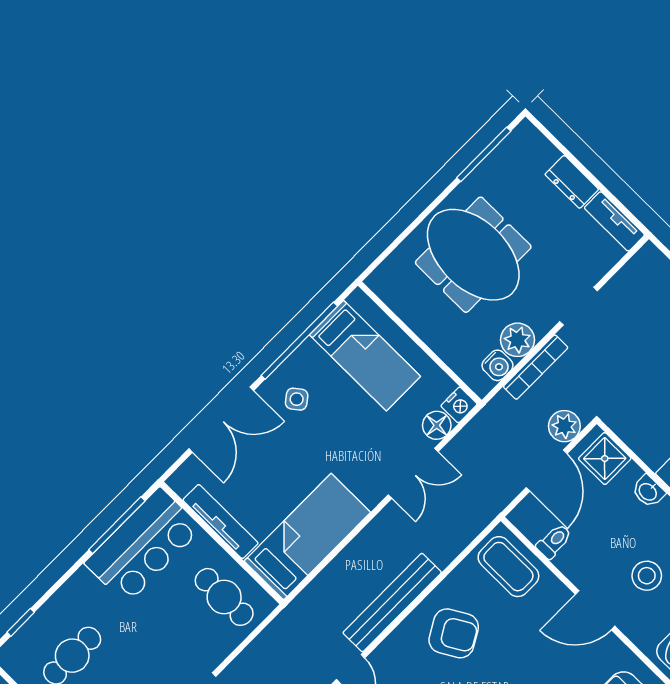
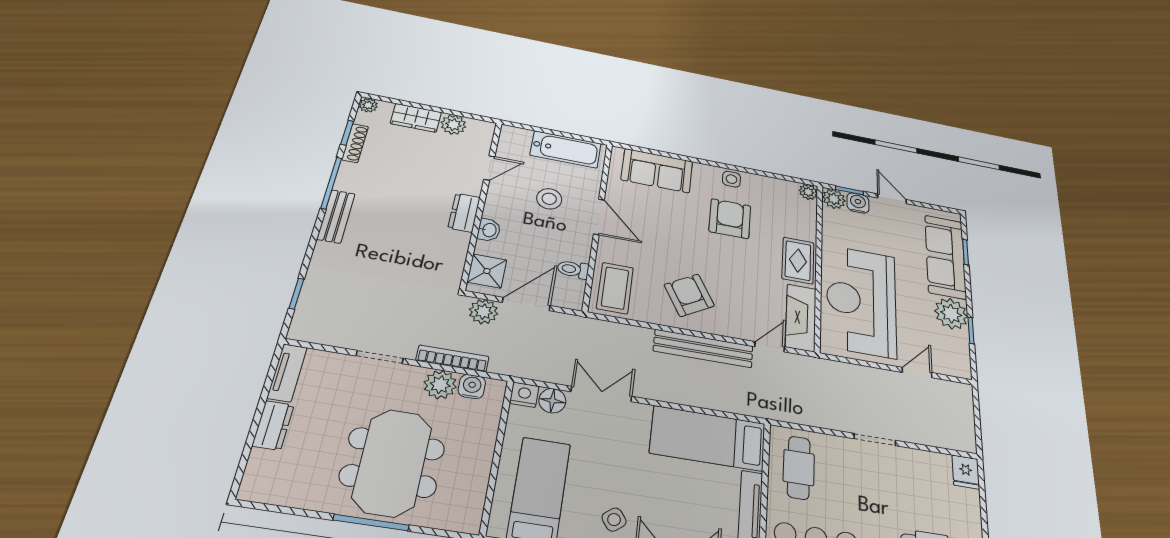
window: (484, 154) -> (371, 523), moved

